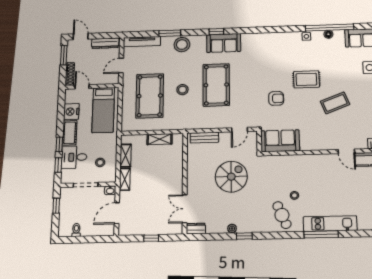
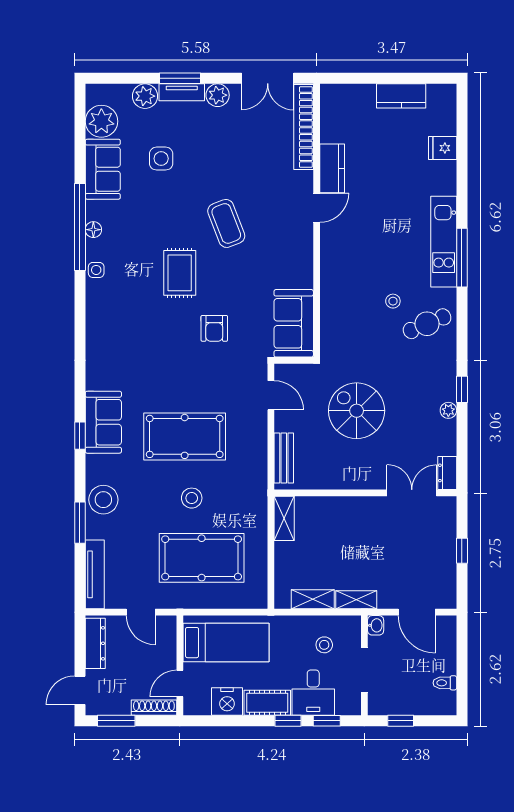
armchair: (276, 98) -> (214, 328), turned 180
shelving: (160, 139) -> (284, 518), moved
double door: (185, 209) -> (412, 493), swing flipped

